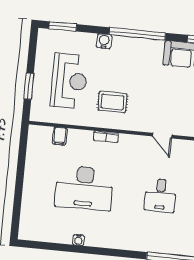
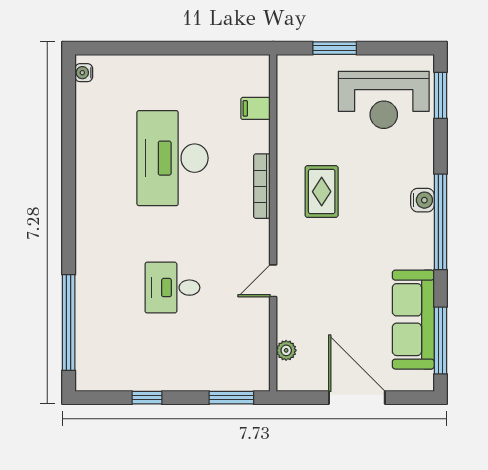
water cooler: (104, 41) -> (423, 200), moved
reception desk: (69, 81) -> (384, 100), moved
bookcase: (106, 137) -> (262, 186), width x1.56
water cooler: (79, 240) -> (84, 73), moved

